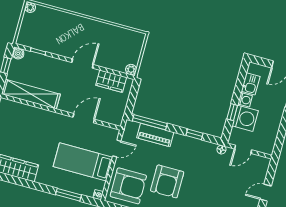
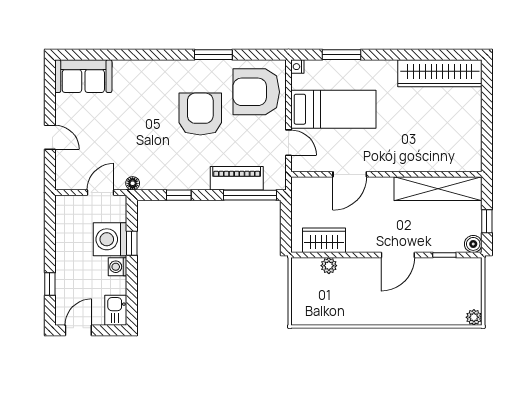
door: (83, 64) -> (398, 255), moved
plant: (131, 70) -> (329, 266), moved
kitchen sink: (251, 84) -> (116, 310), moved
door: (117, 148) -> (289, 143), swing flipped
door: (266, 193) -> (50, 137), hinge flipped

